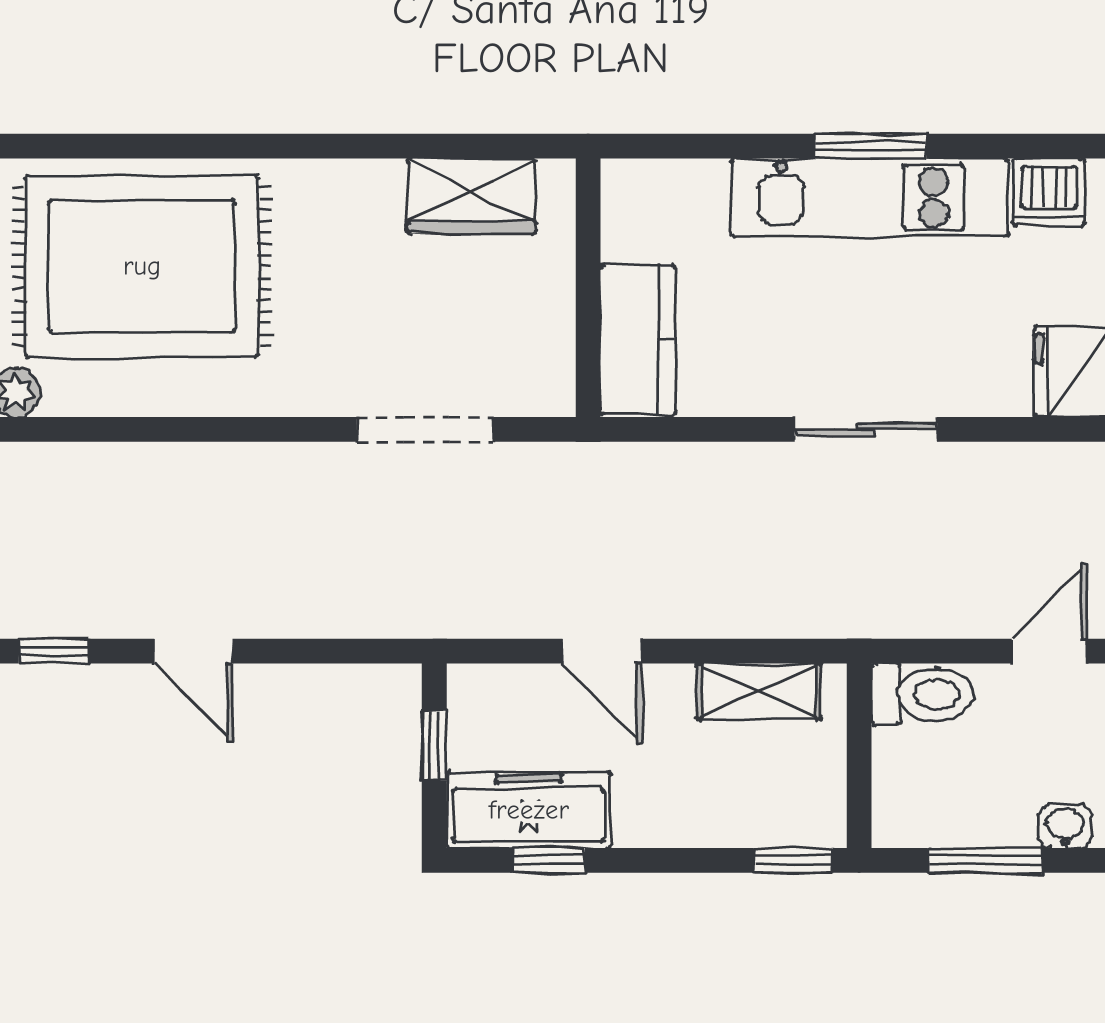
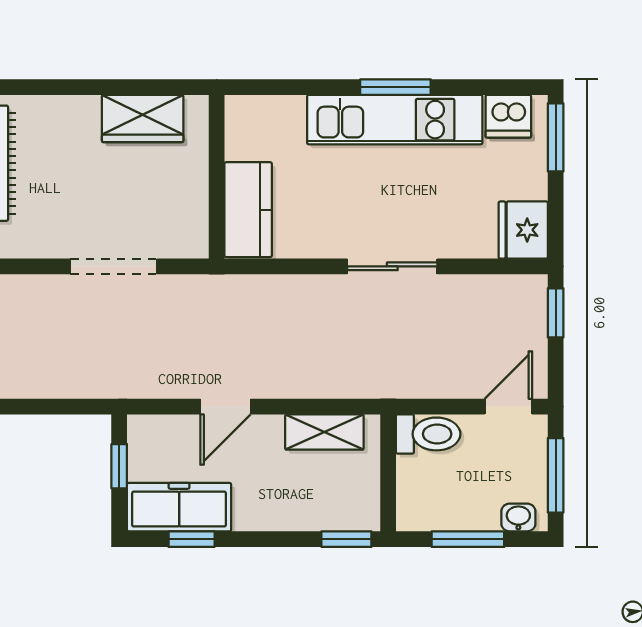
door: (602, 651) -> (225, 407), hinge flipped

